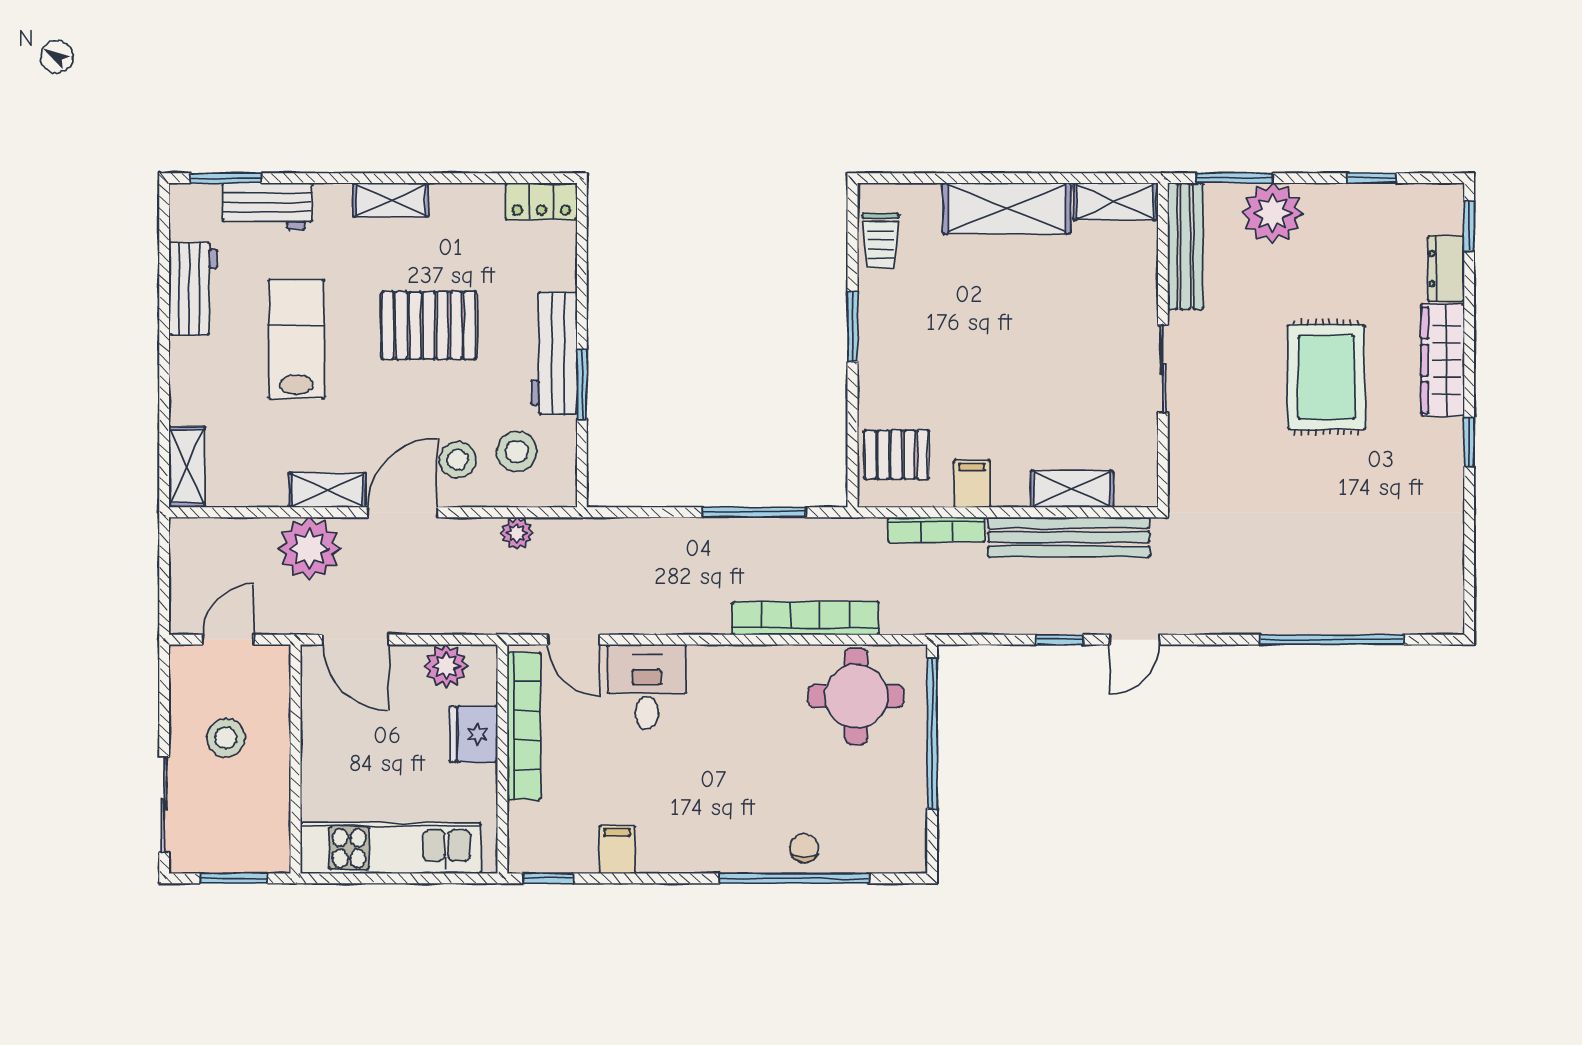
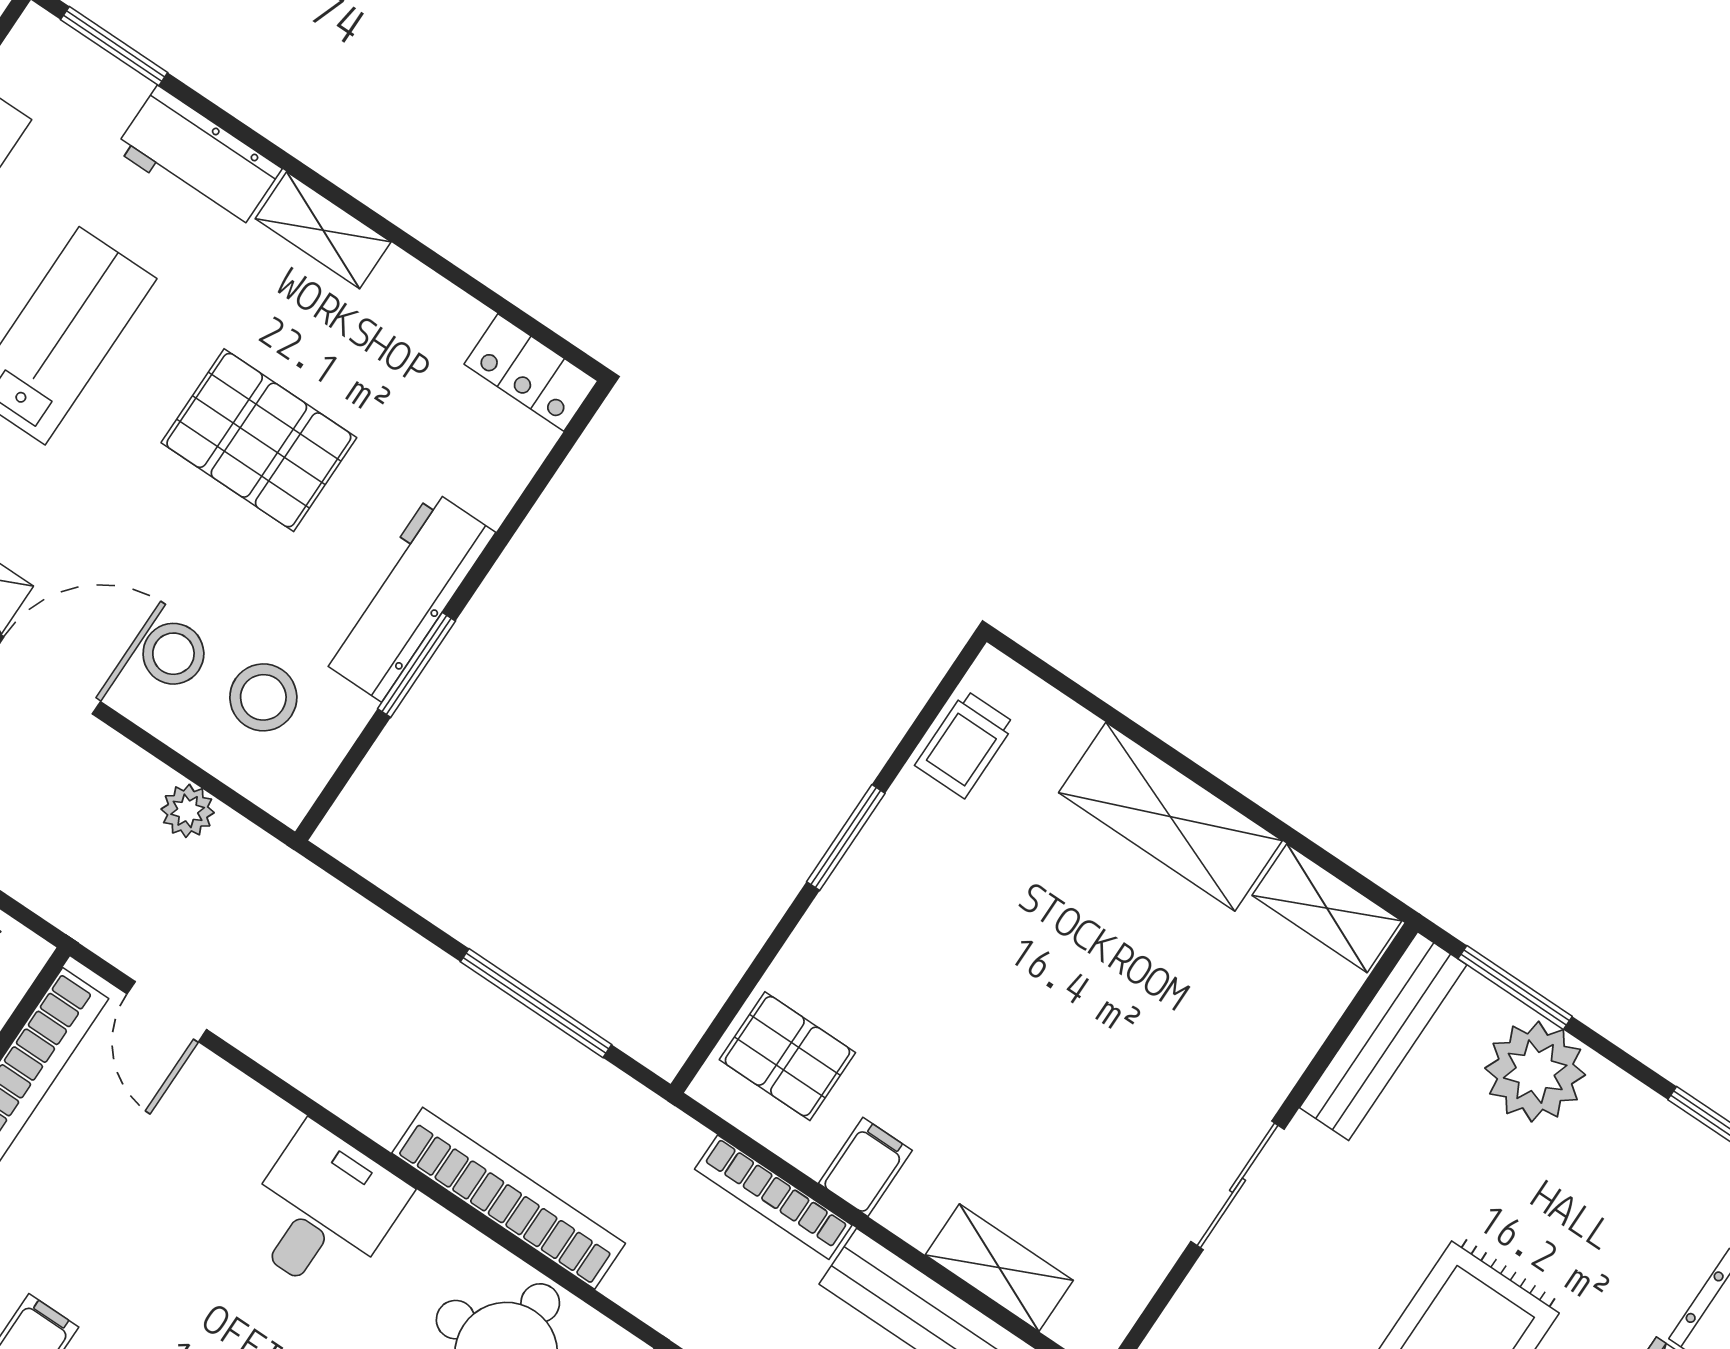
workbench: (267, 206) -> (198, 159), moved
desk: (647, 687) -> (323, 1211), moved

